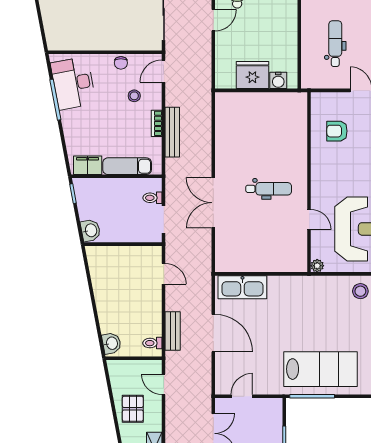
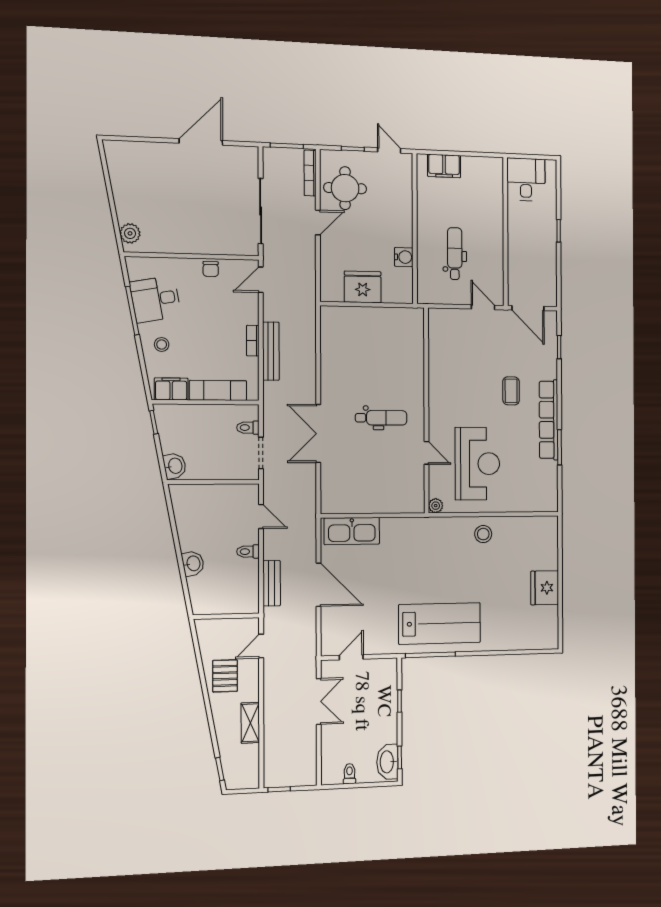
plant: (53, 35) -> (130, 233), added
water cooler: (278, 80) -> (404, 257), moved, turned -90
desk: (73, 83) -> (155, 299), width x0.73
stool: (134, 96) -> (162, 344), moved
armchair: (337, 131) -> (457, 353), removed
washbasin: (112, 343) -> (193, 563), moved
toilet: (152, 343) -> (248, 552), moved
door: (164, 384) -> (261, 646), hinge flipped

